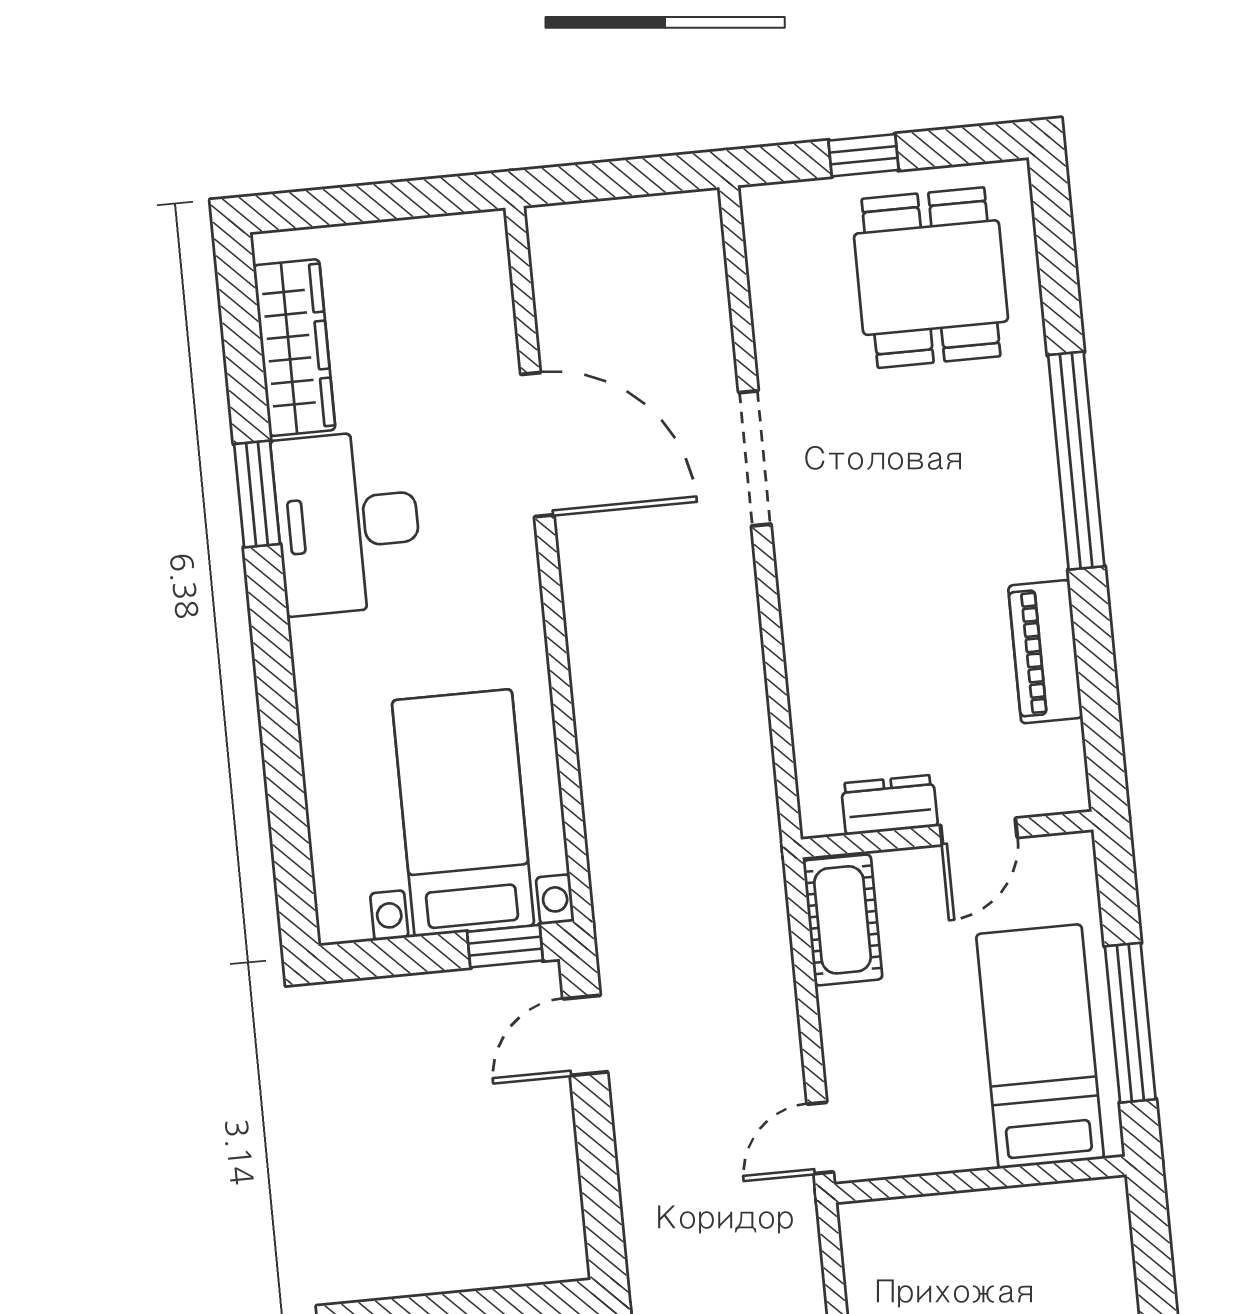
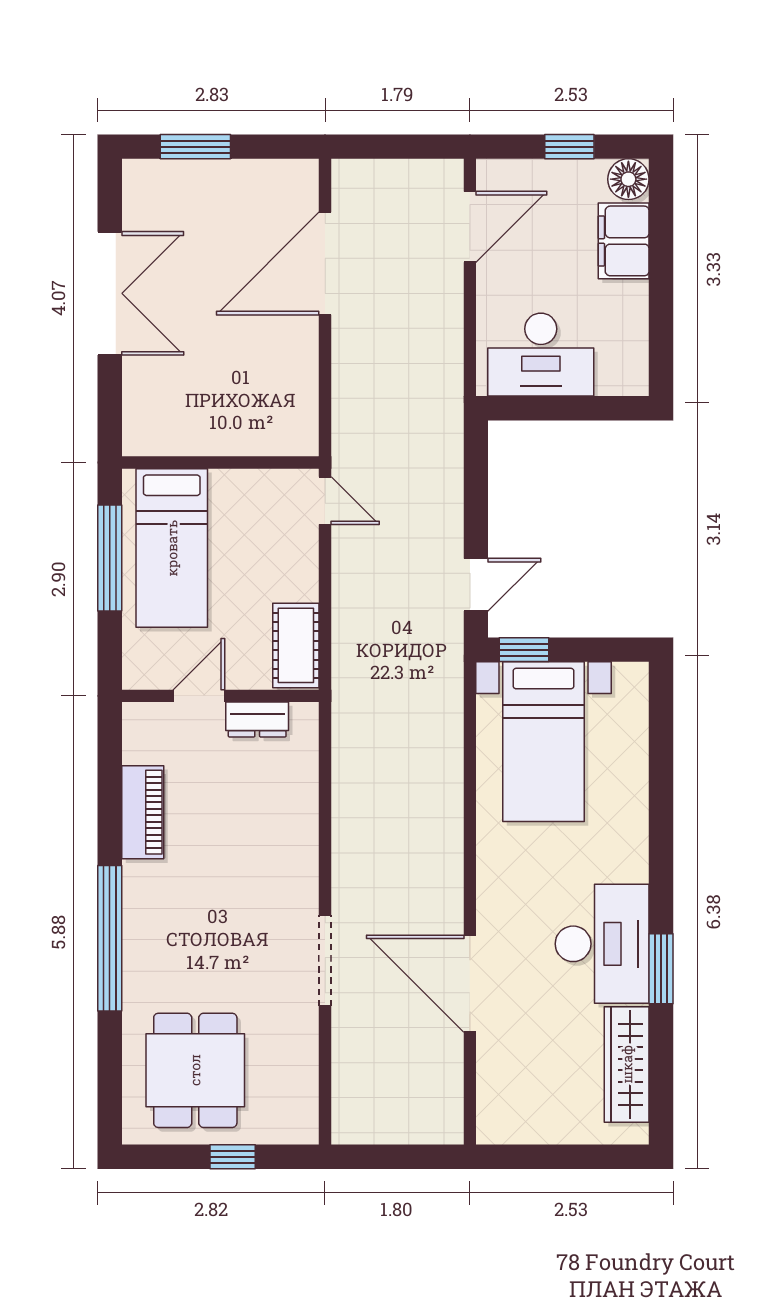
door: (820, 1138) -> (325, 501), hinge flipped

